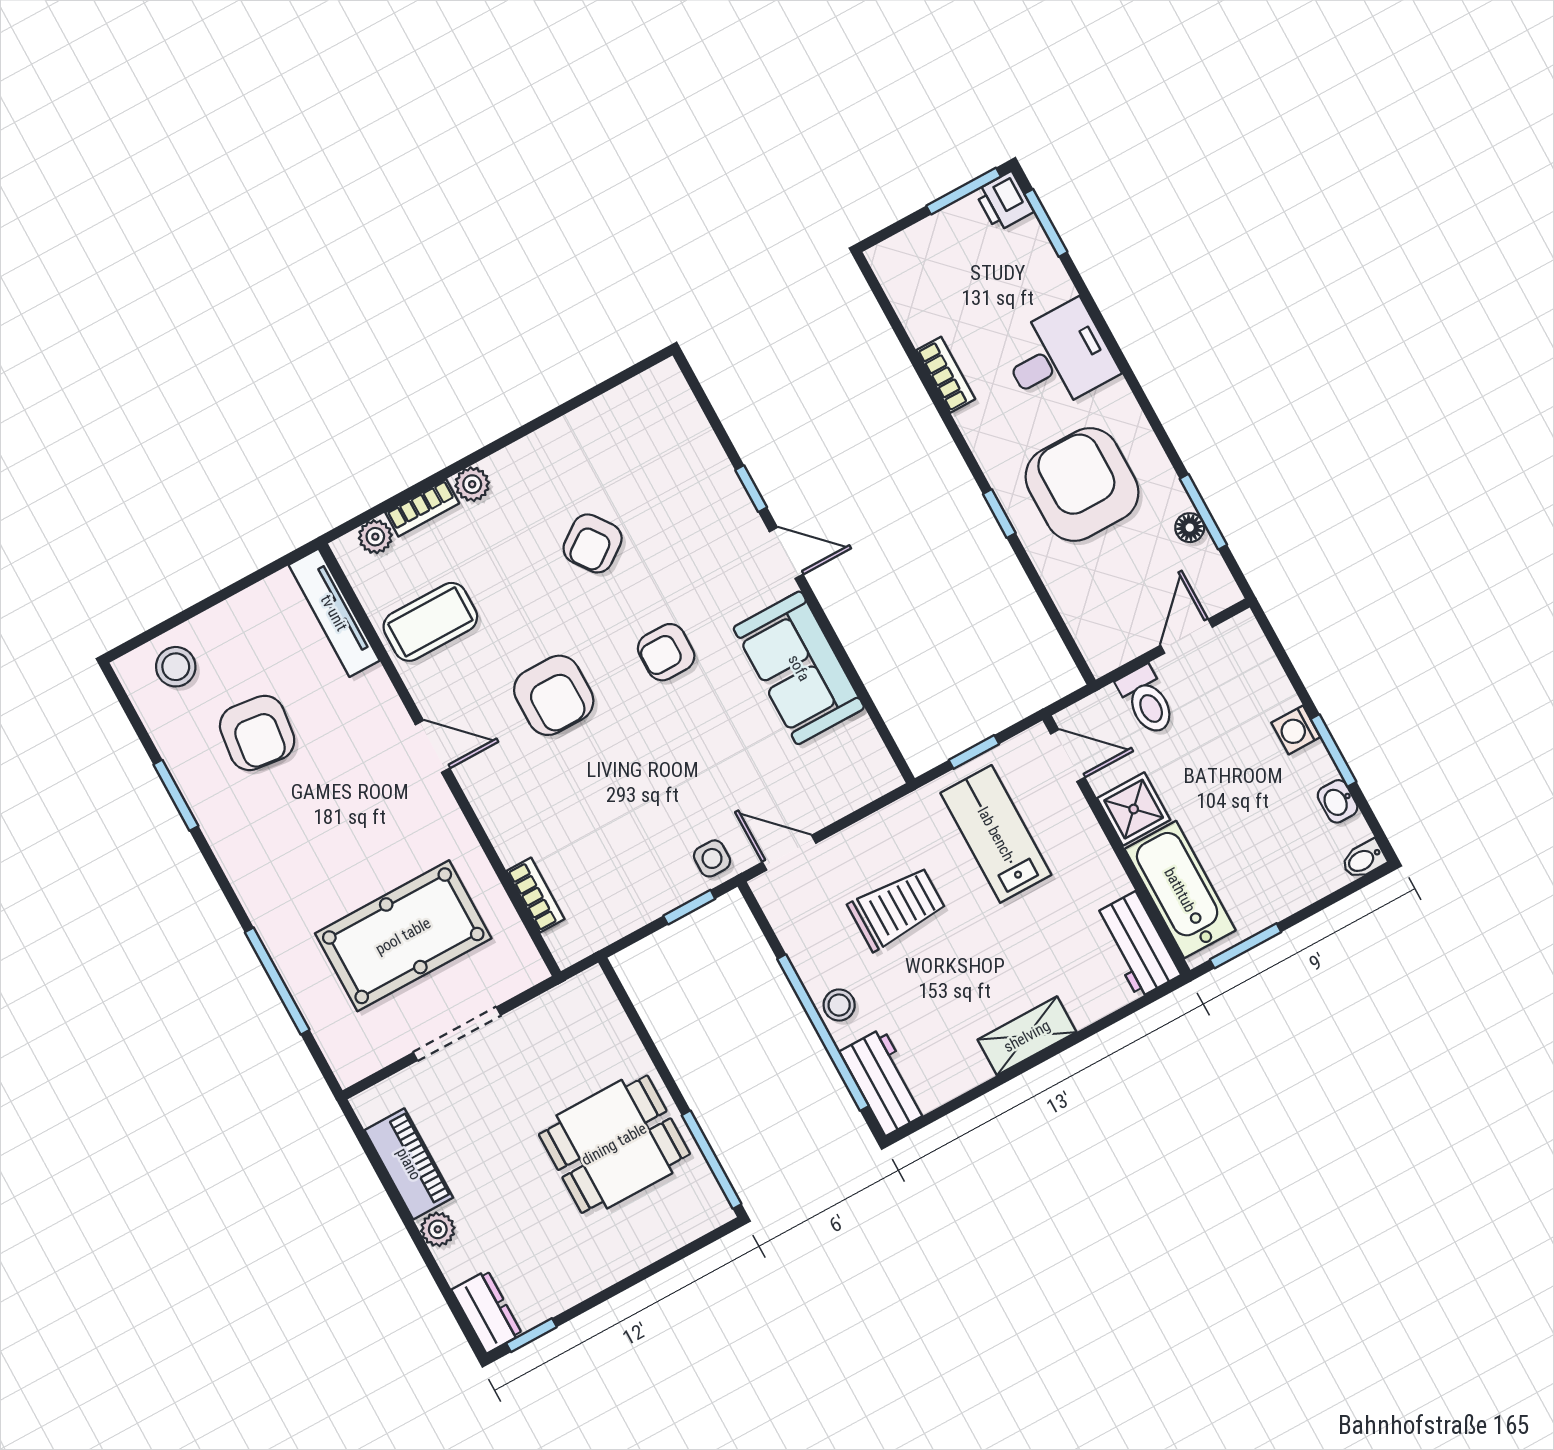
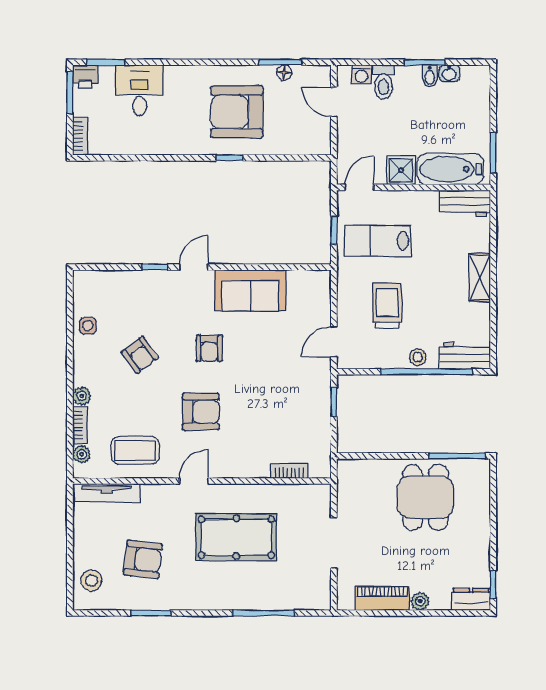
desk: (1059, 357) -> (140, 90), moved
bookcase: (946, 375) -> (80, 136), moved, turned 90
coffee table: (430, 622) -> (135, 450), turned 90
toilet: (1147, 701) -> (383, 82), moved, turned 90
washing machine: (1296, 730) -> (362, 75), moved
side table: (712, 858) -> (88, 326), moved
bidet: (1364, 860) -> (430, 76), moved
pool table: (403, 936) -> (236, 537), moved, turned 90

